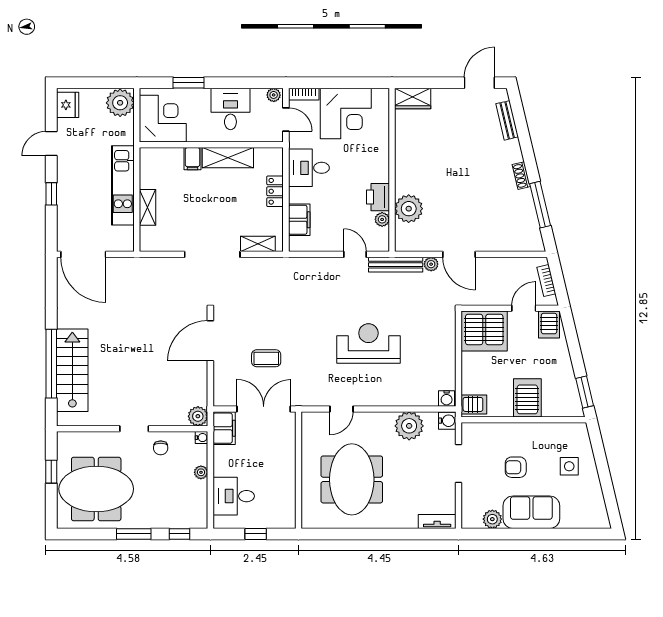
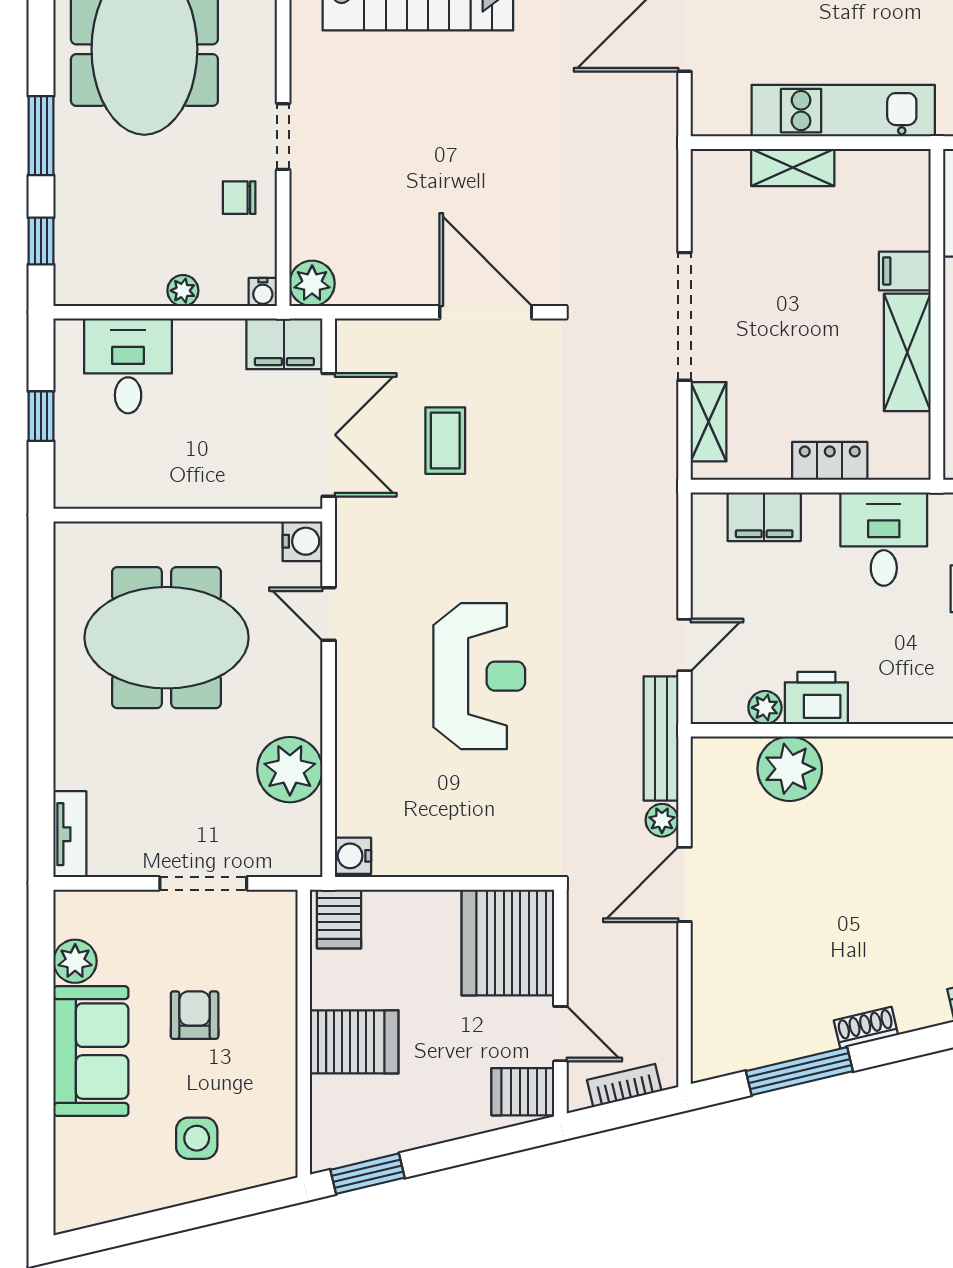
water cooler: (447, 421) -> (302, 541), moved, turned -90

